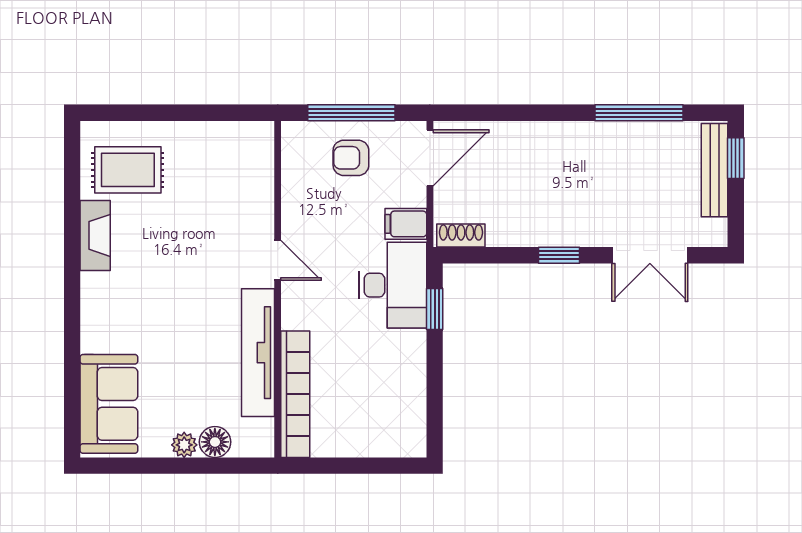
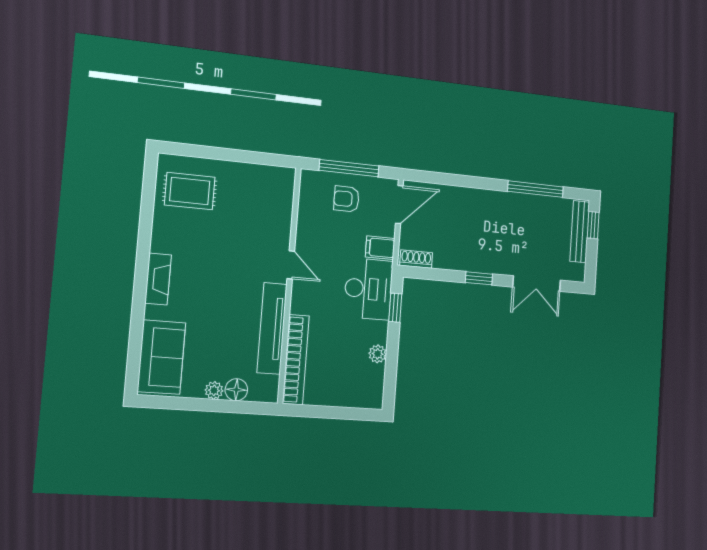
fireplace: (95, 235) -> (158, 279), moved
plant: (413, 378) -> (378, 354), added

